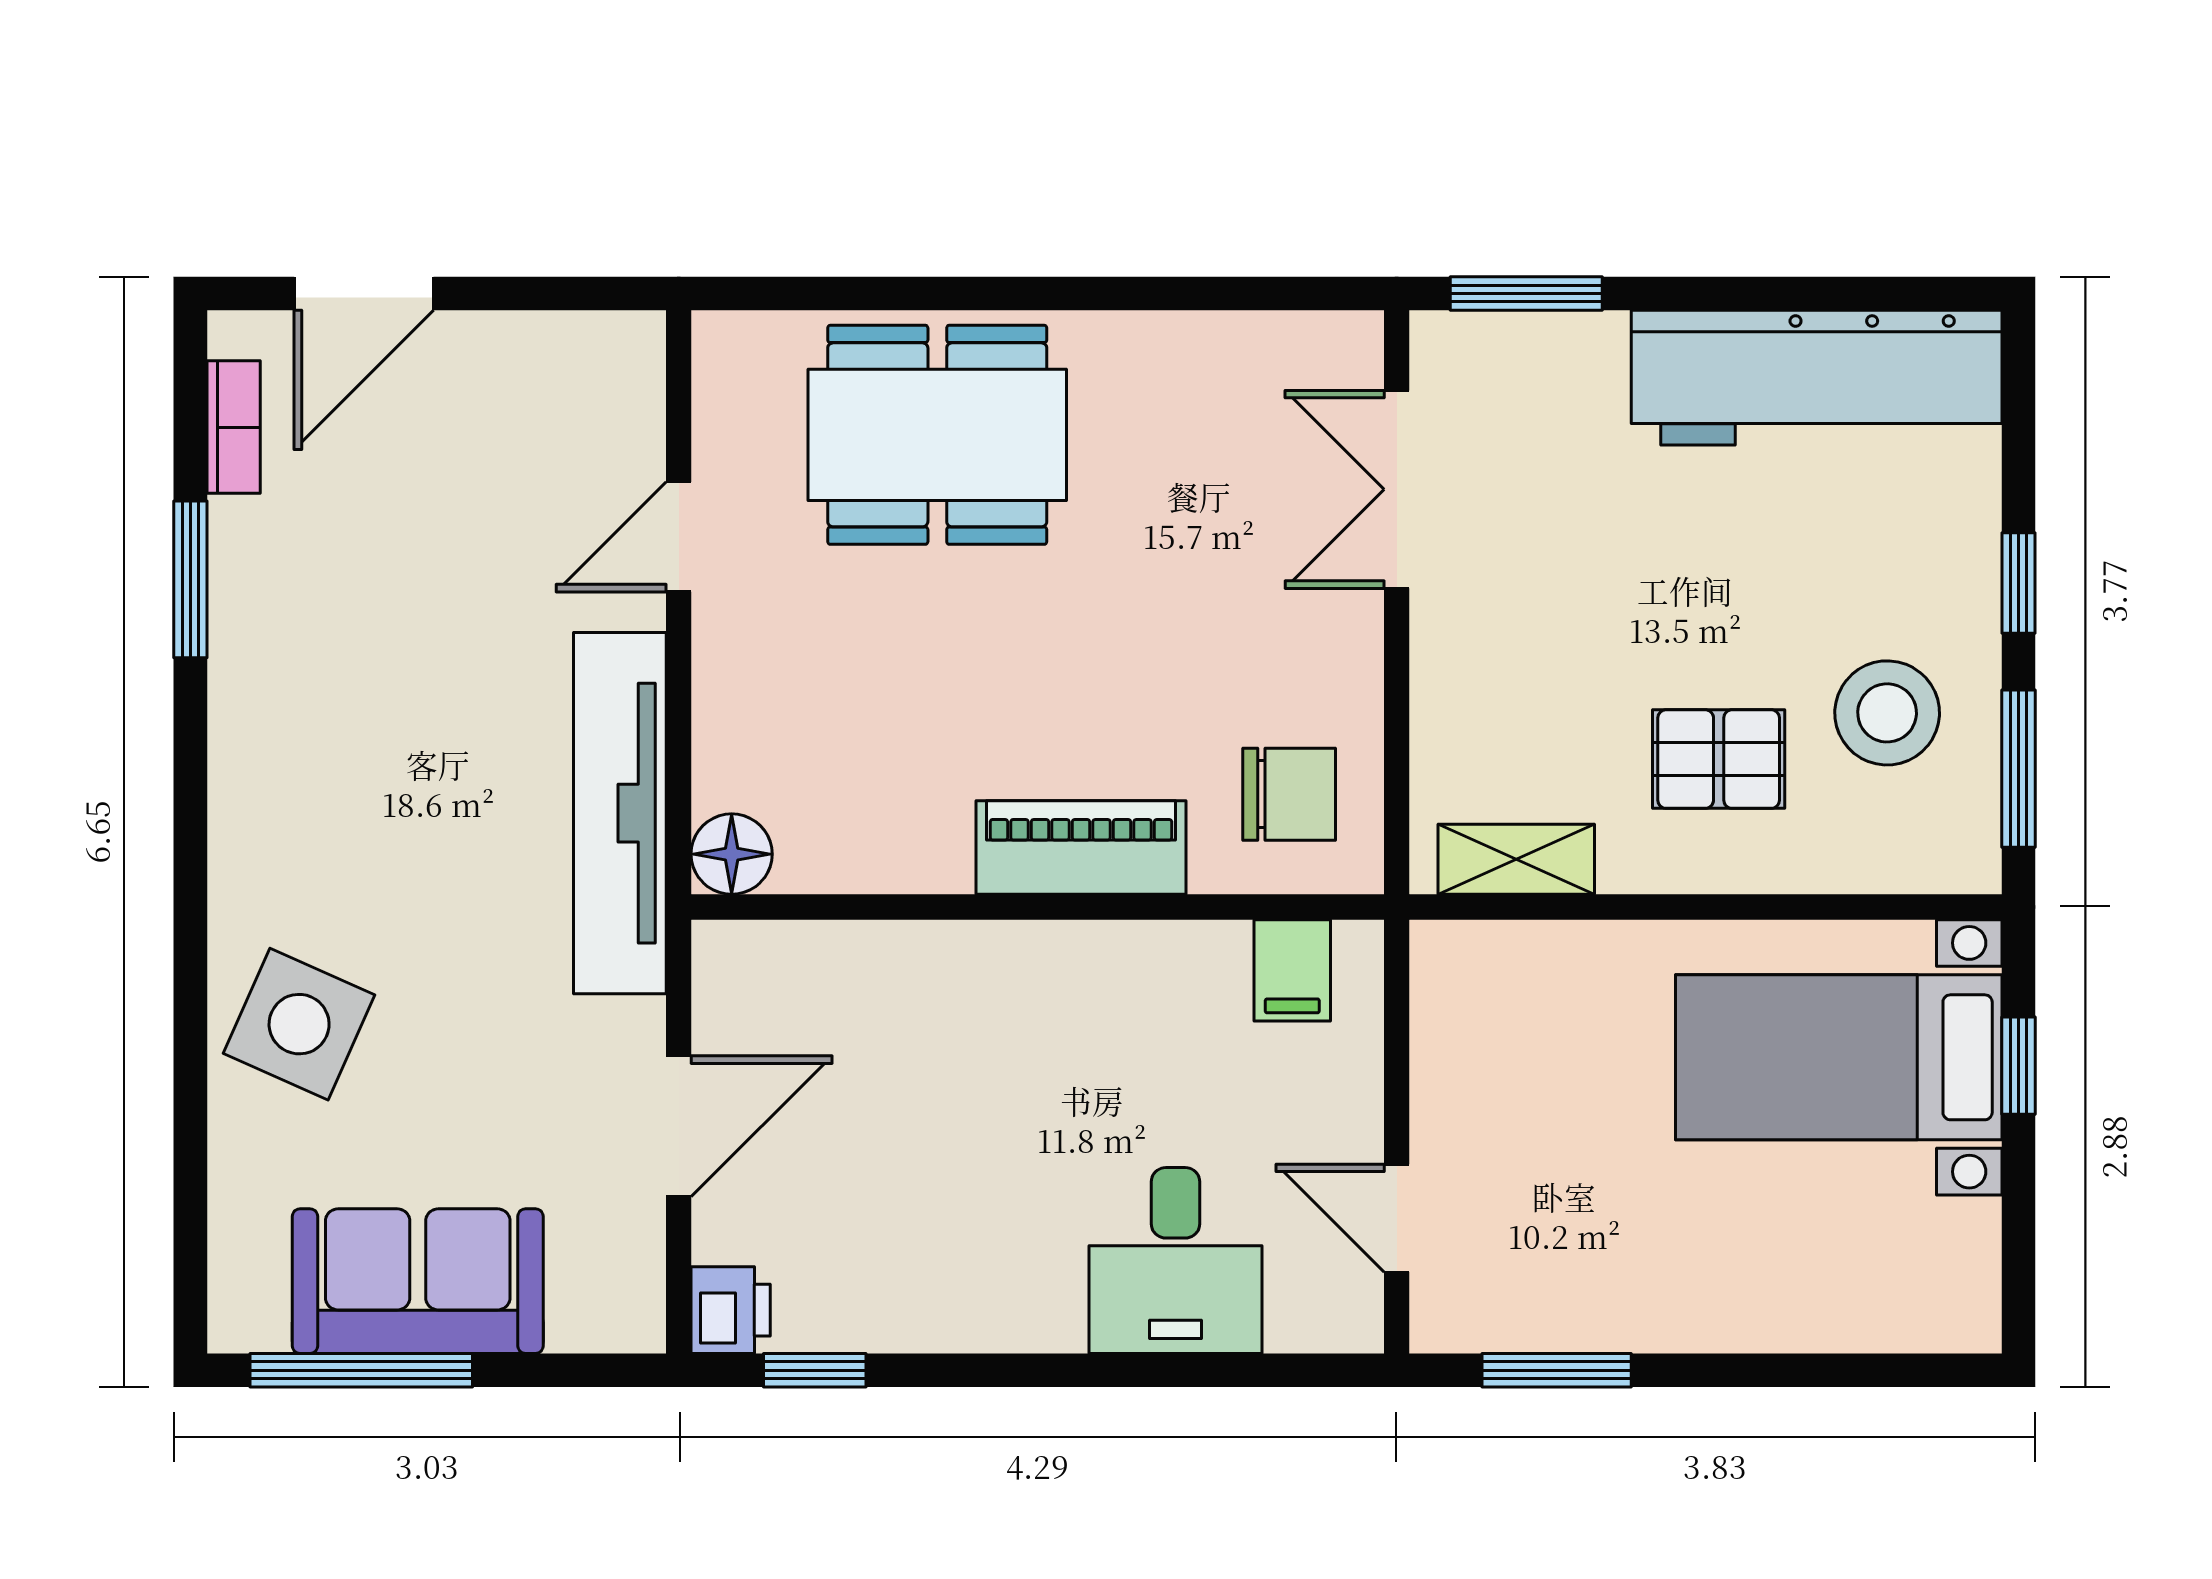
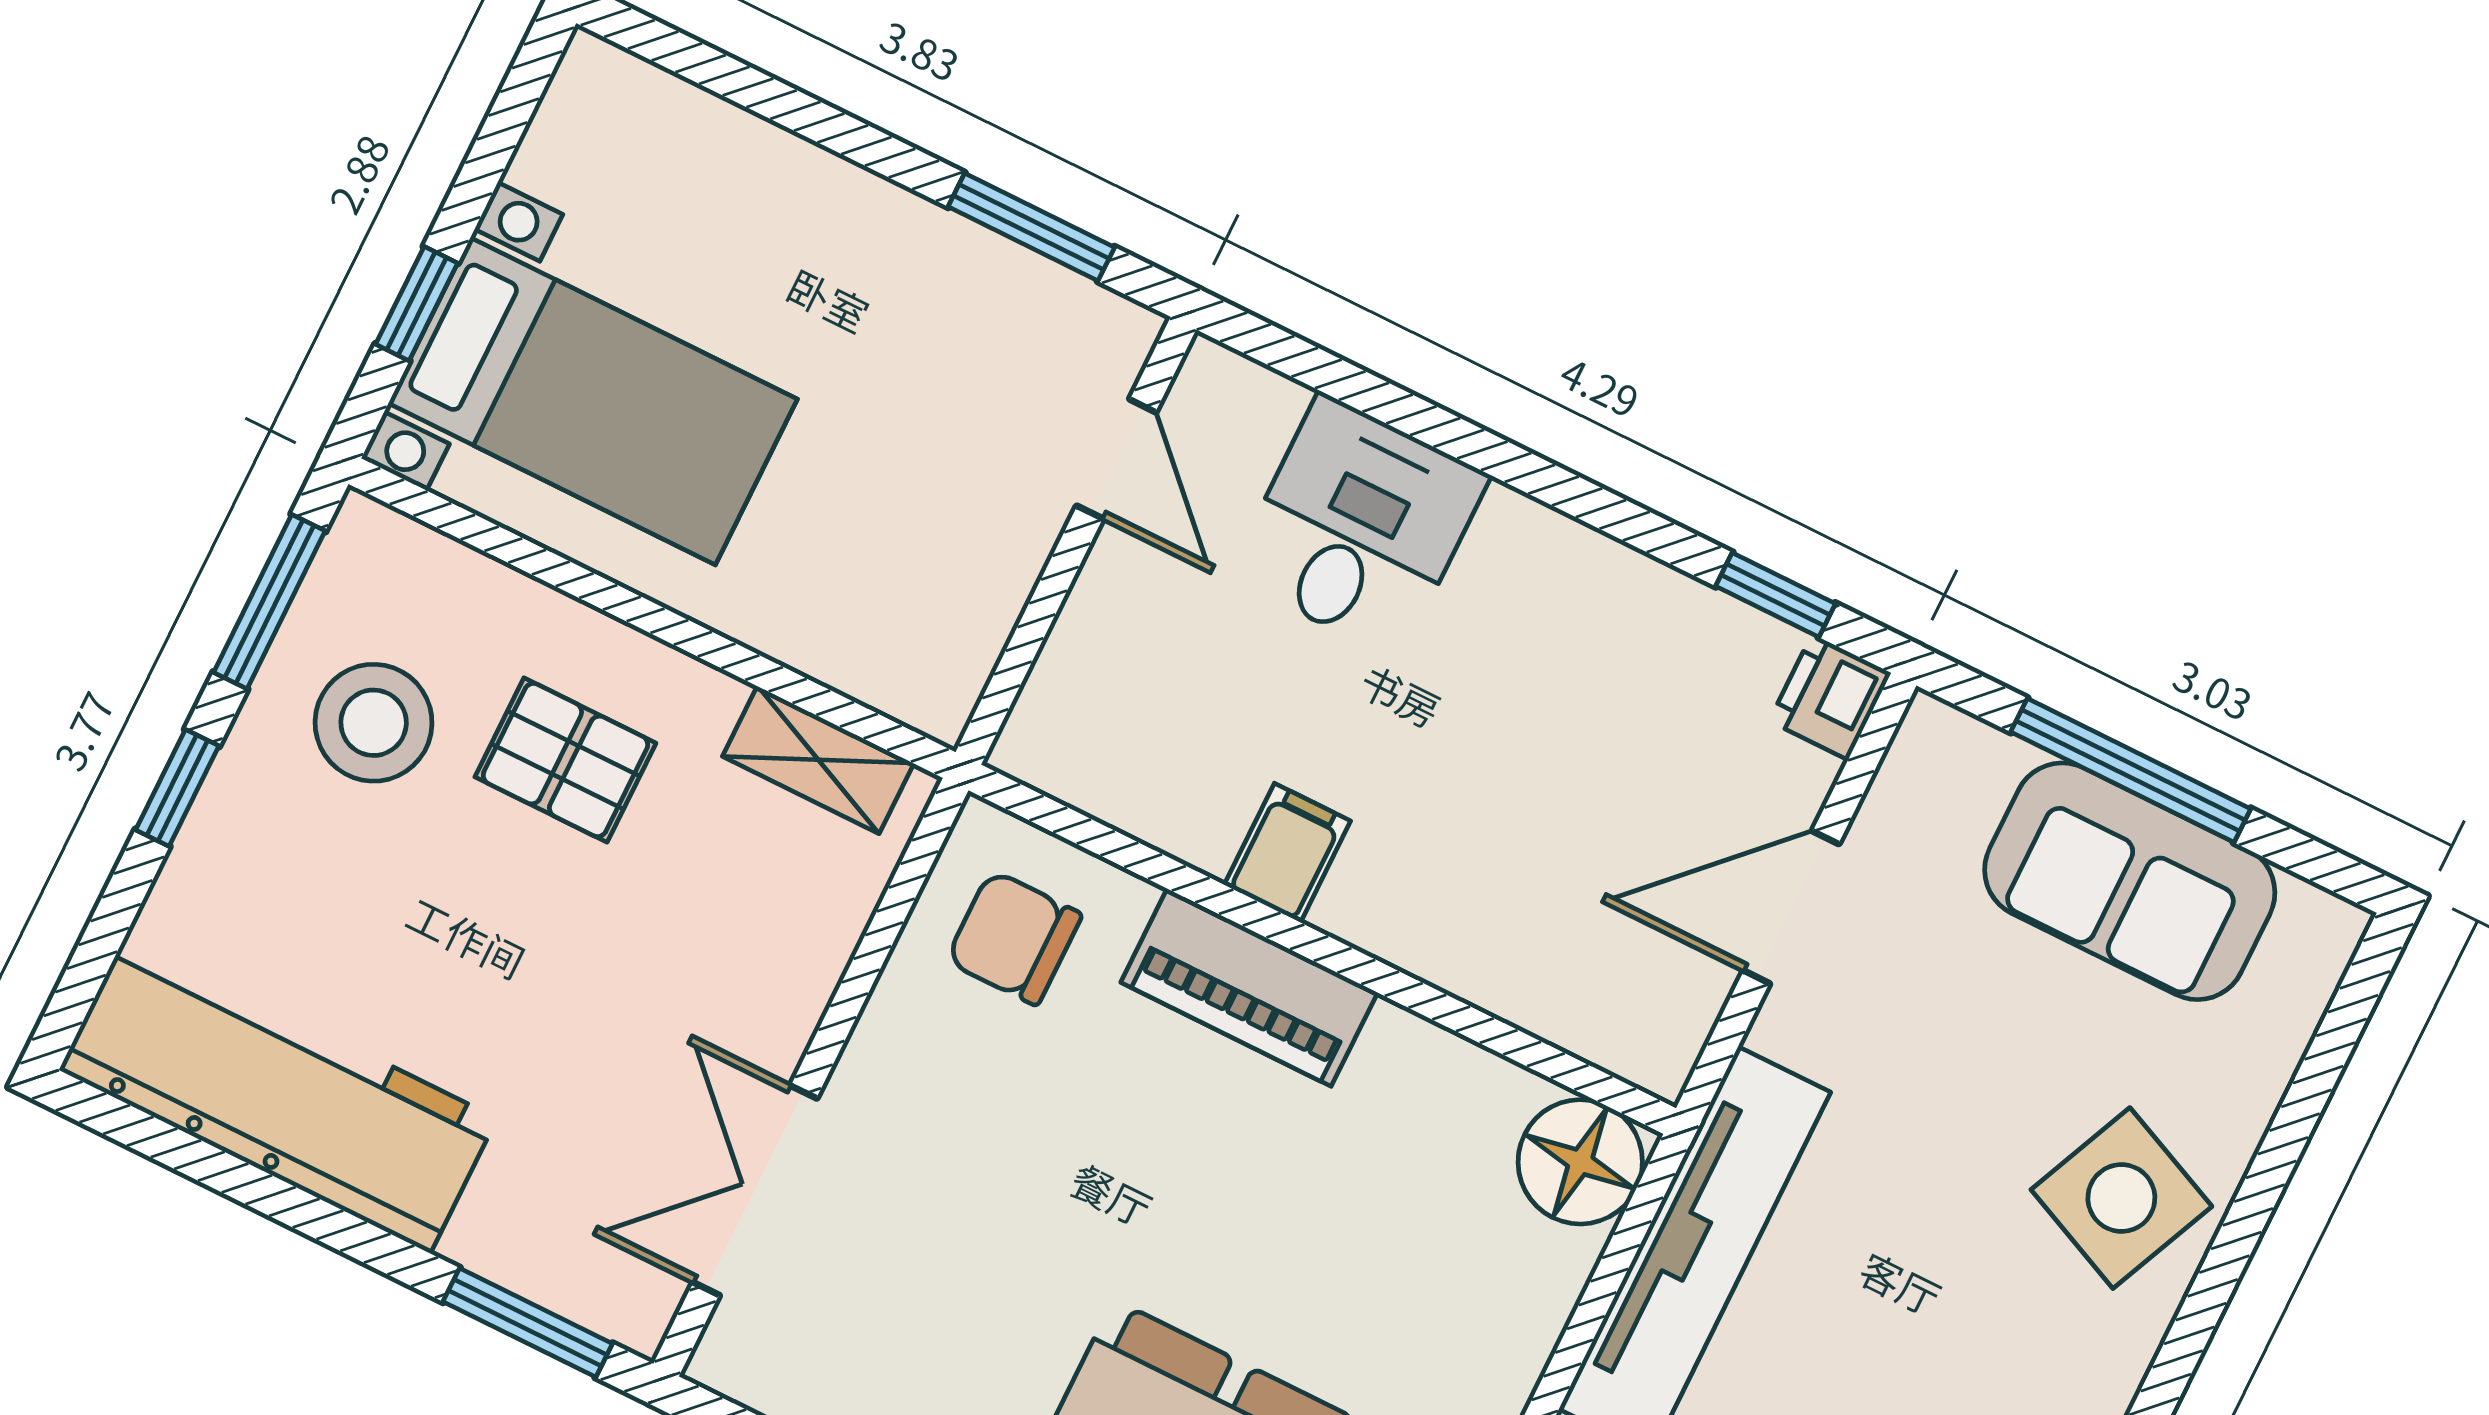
double door: (1397, 489) -> (755, 1190), swing flipped
floor lamp: (732, 854) -> (1580, 1162), width x1.38, depth x1.38
filing cabinet: (1292, 970) -> (1287, 853), moved
window: (361, 1370) -> (2131, 770), moved

